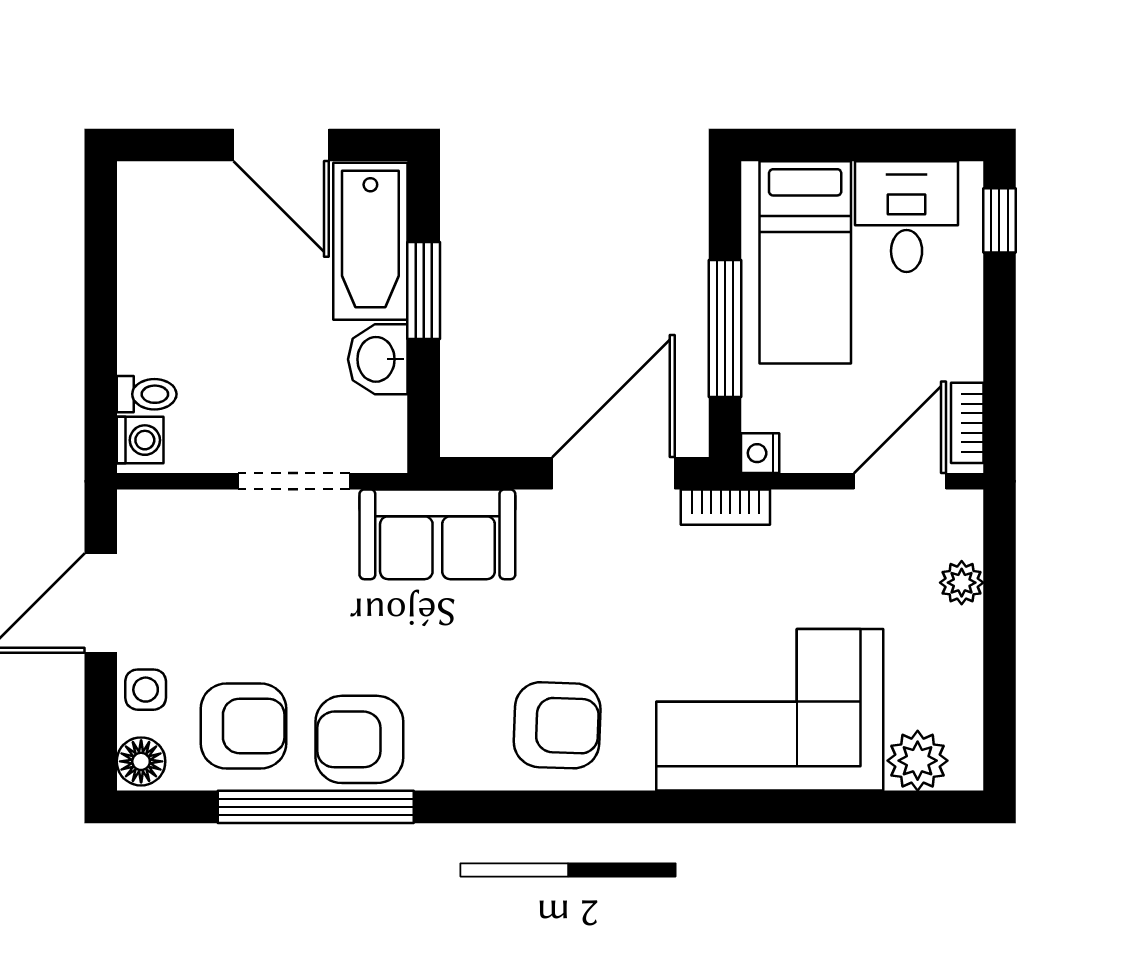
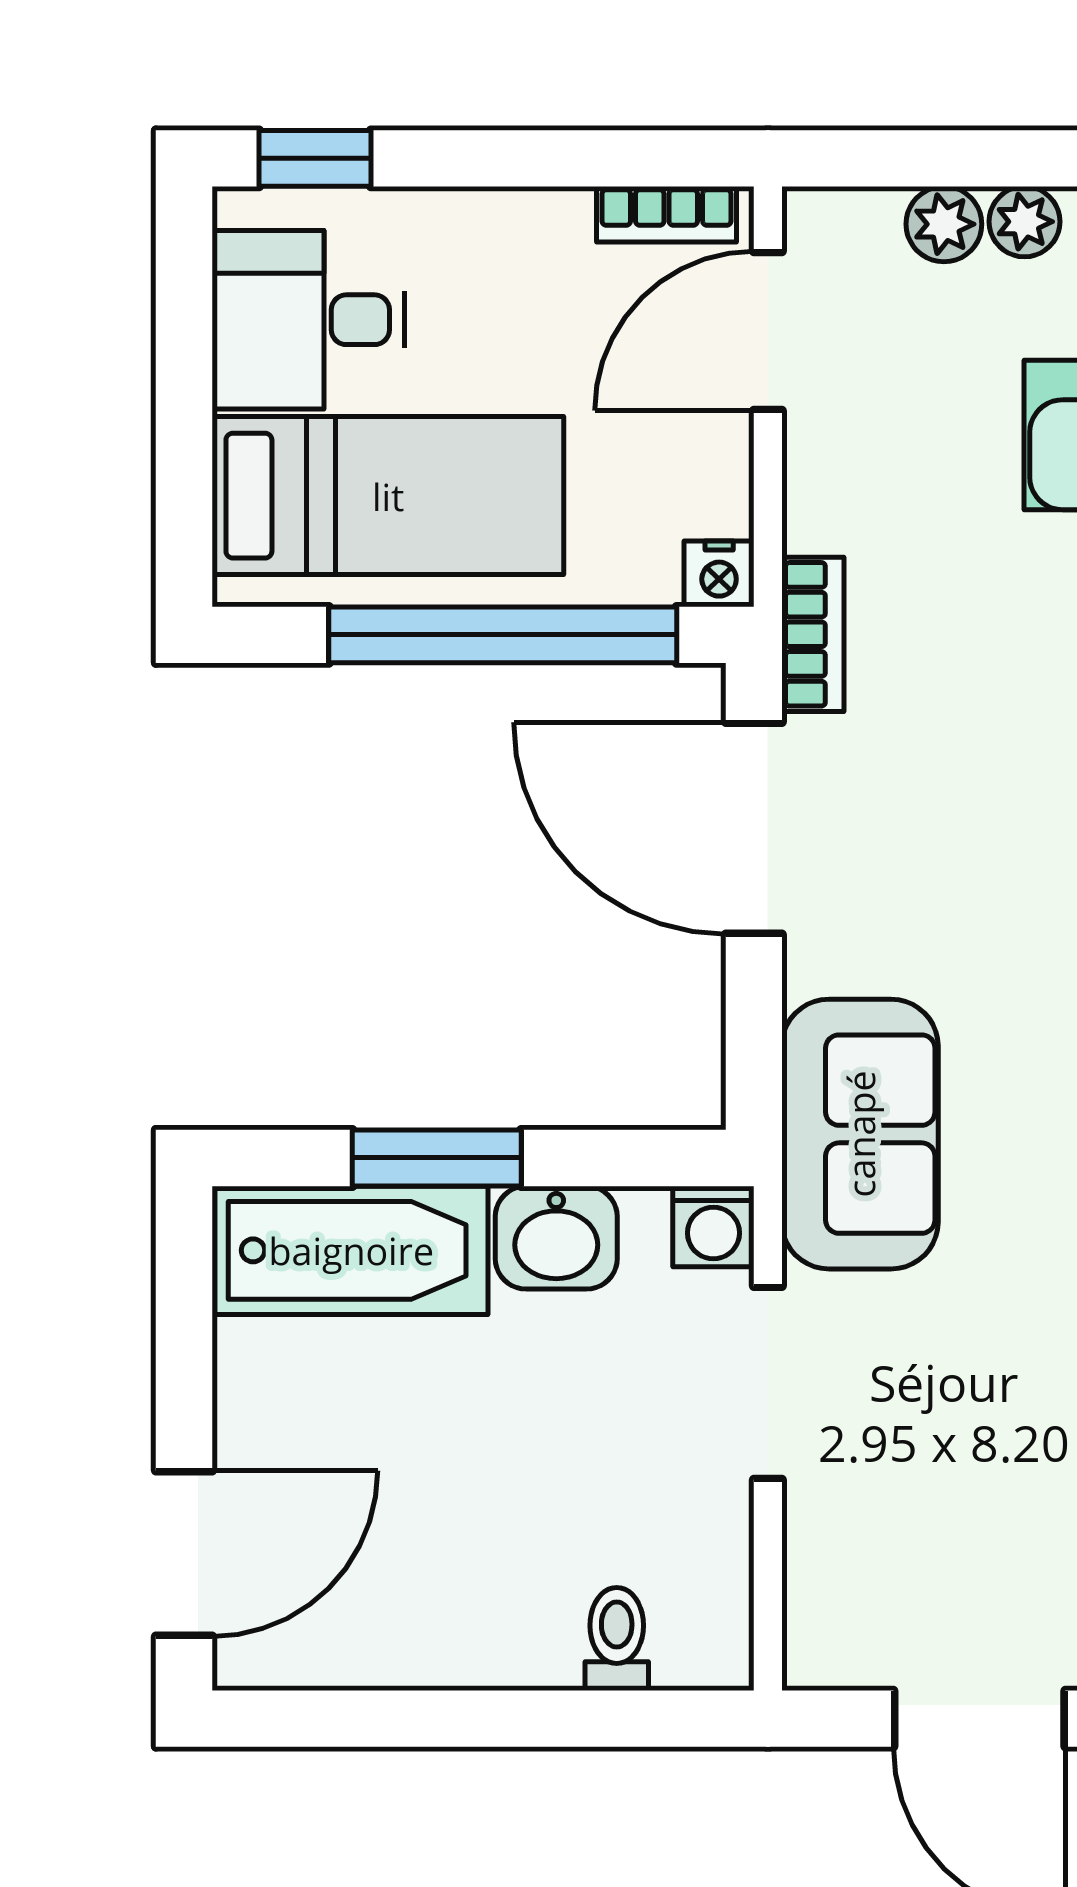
door: (281, 145) -> (184, 1553), moved
window: (725, 329) -> (503, 635), width x1.46
washing machine: (140, 440) -> (713, 1227), moved, turned 180
door: (900, 481) -> (768, 331), hinge flipped
plant: (963, 629) -> (1024, 222), added

